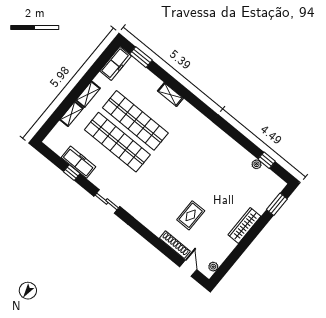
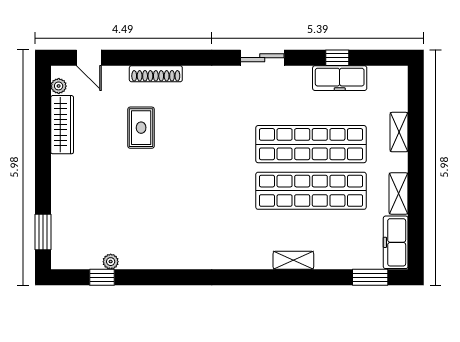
shelving: (88, 94) -> (399, 194), moved
wardrobe: (244, 225) -> (62, 125), moved
shoe rack: (175, 245) -> (156, 74), moved

